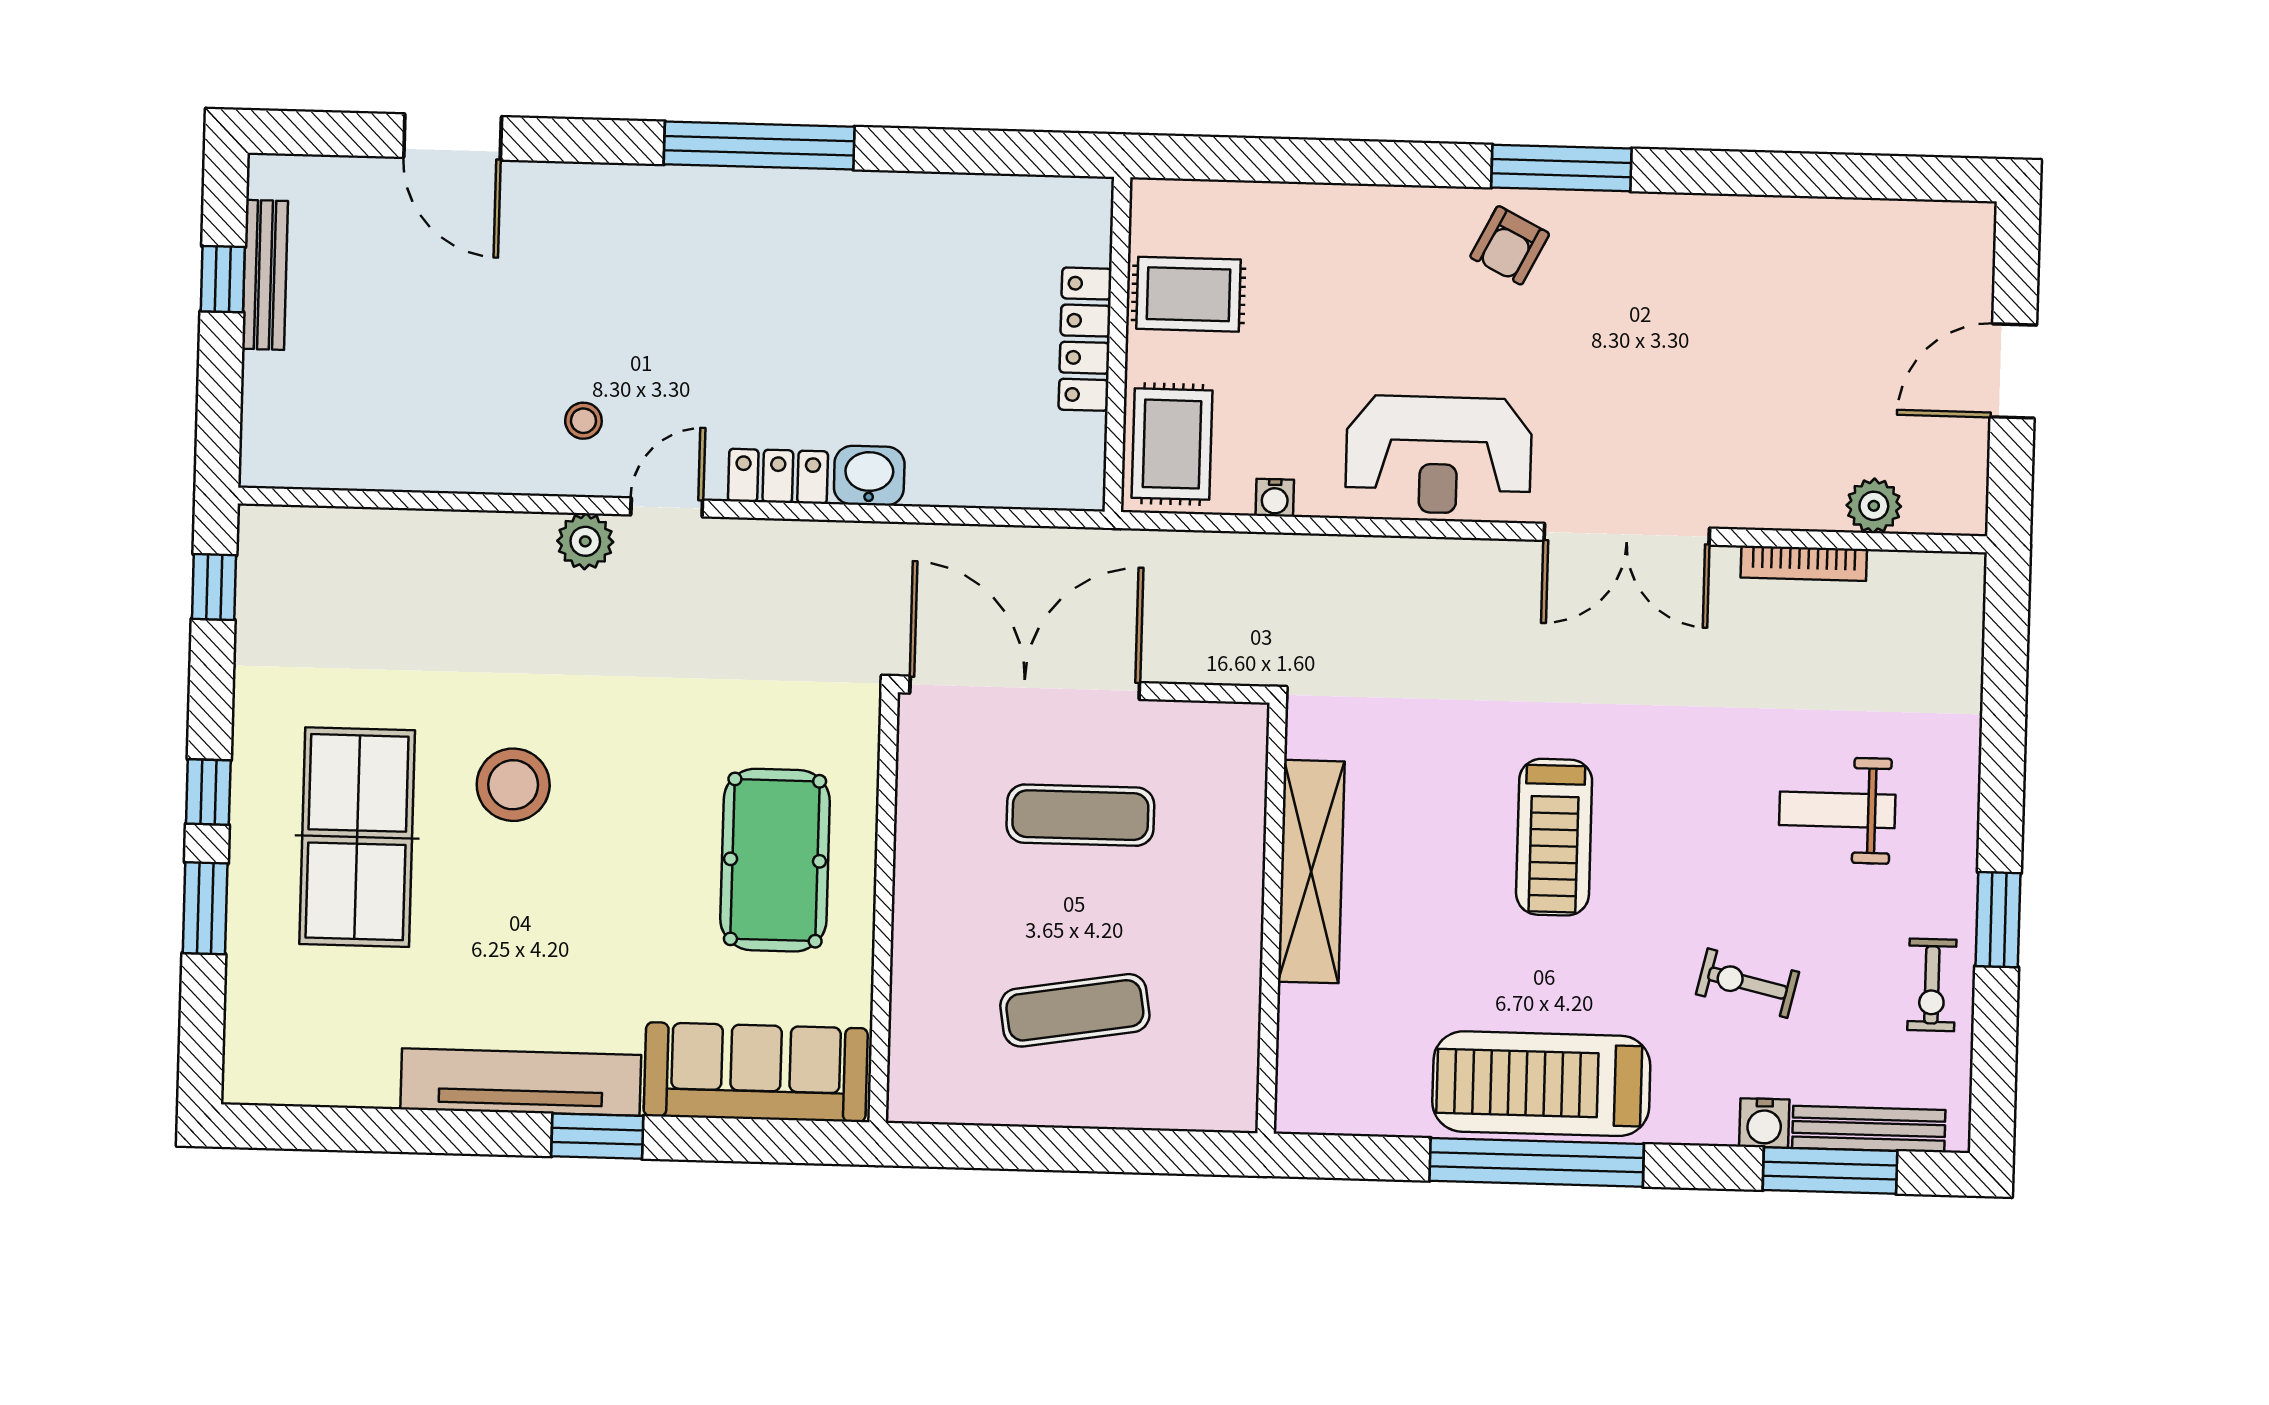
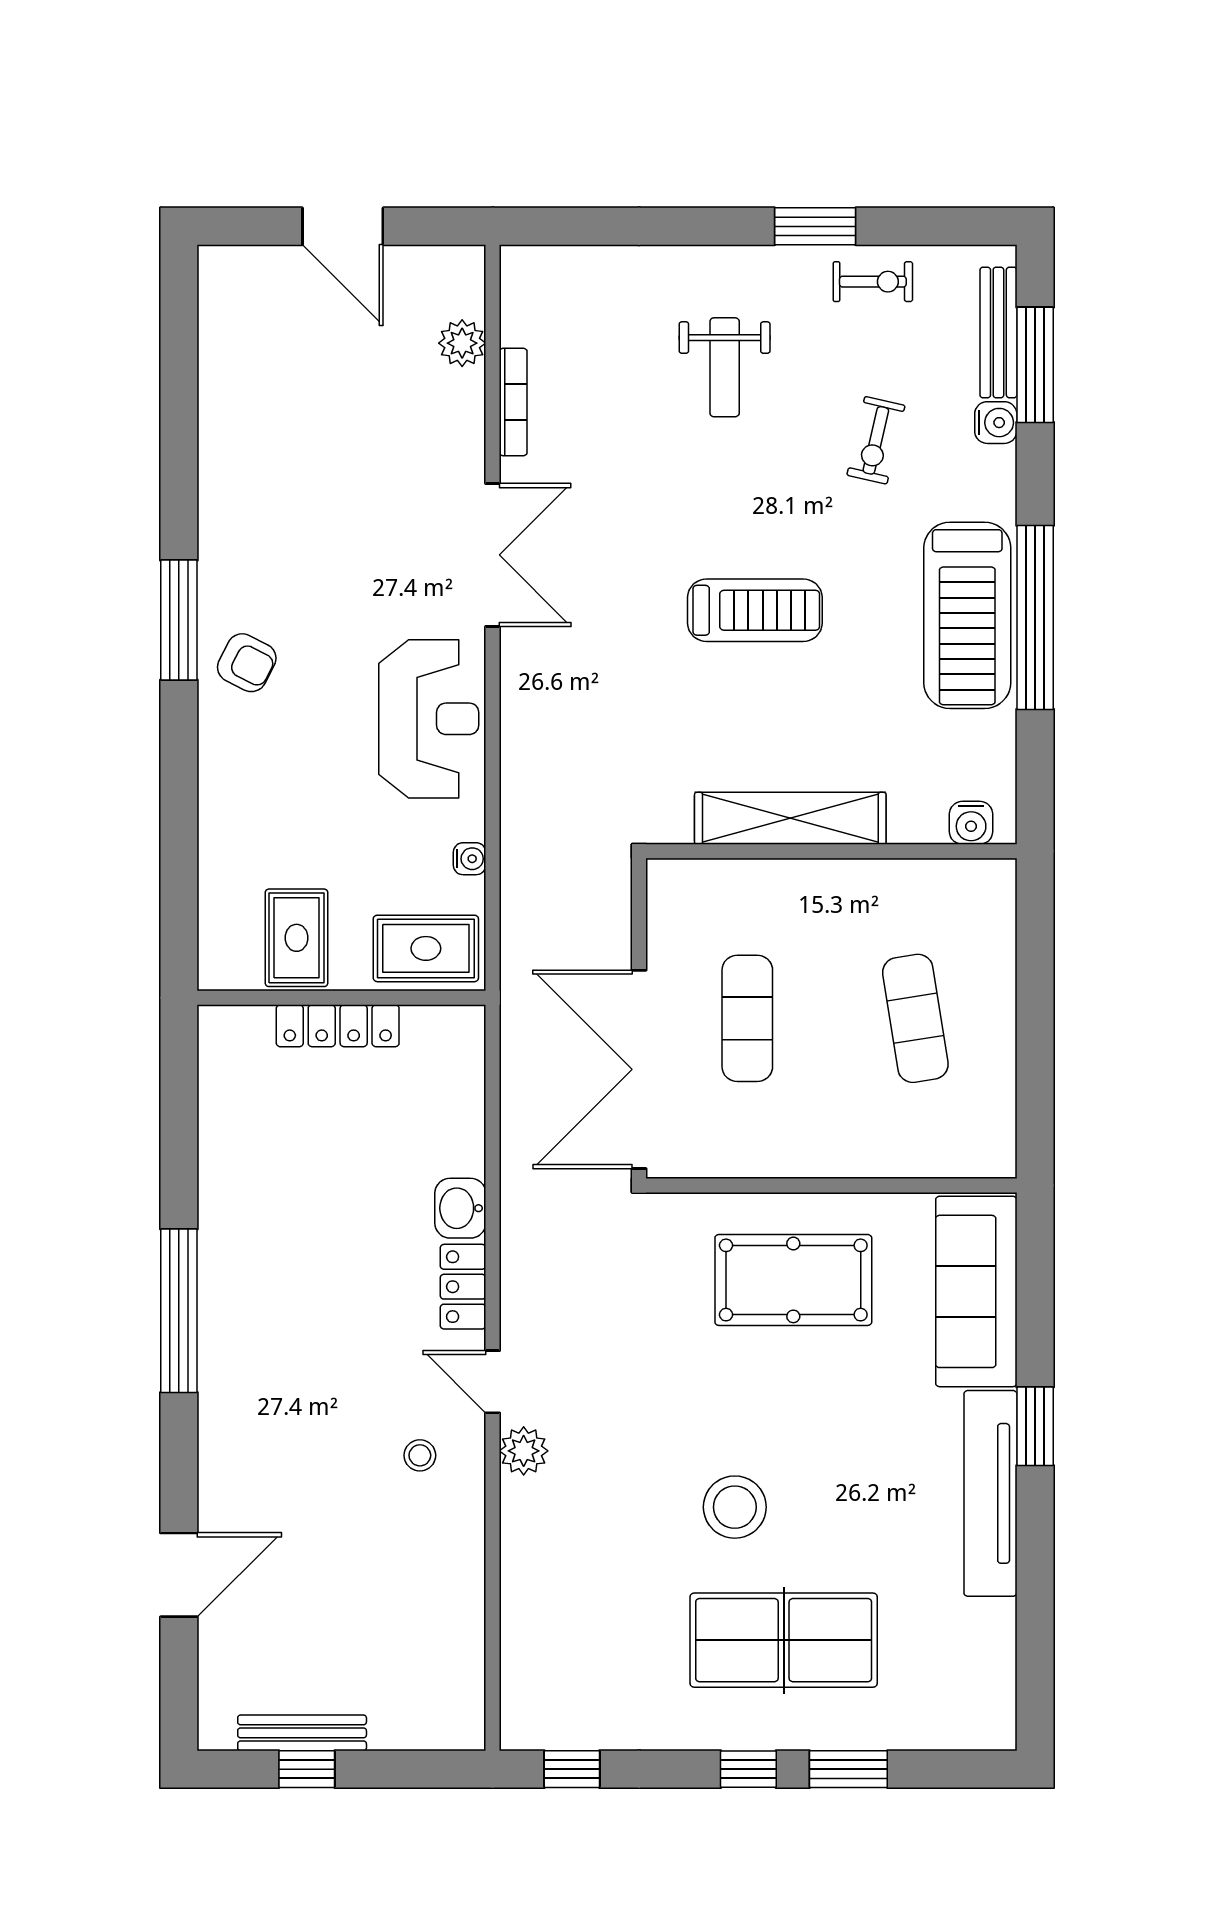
water cooler: (1300, 1081) -> (971, 823), added

